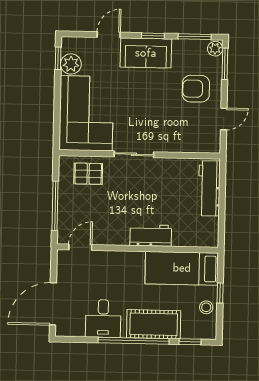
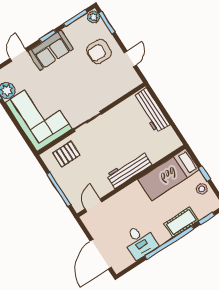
workbench: (151, 235) -> (129, 170), width x1.38
cot: (154, 324) -> (181, 222), width x0.73, depth x0.75

